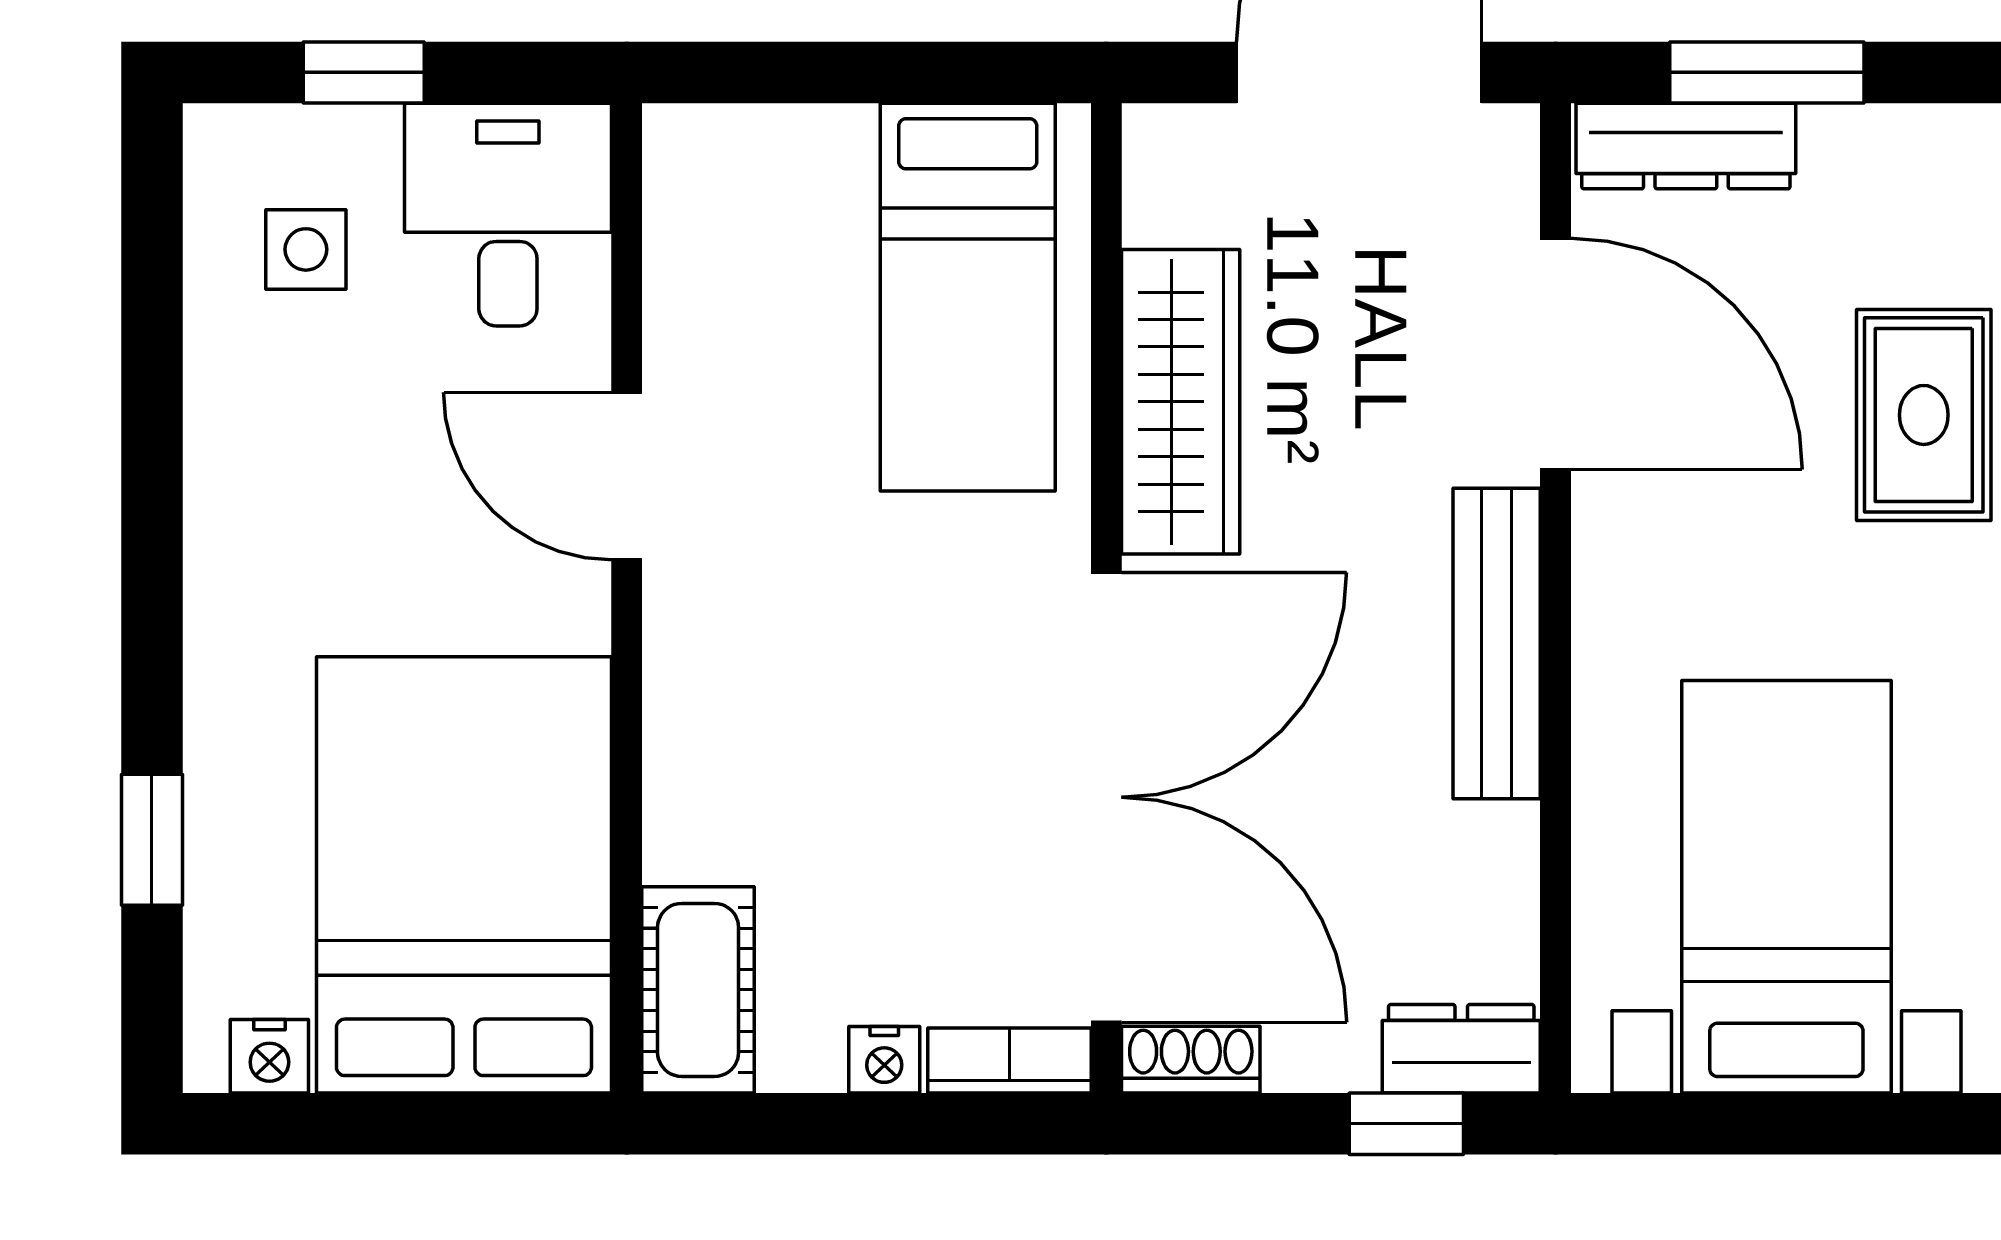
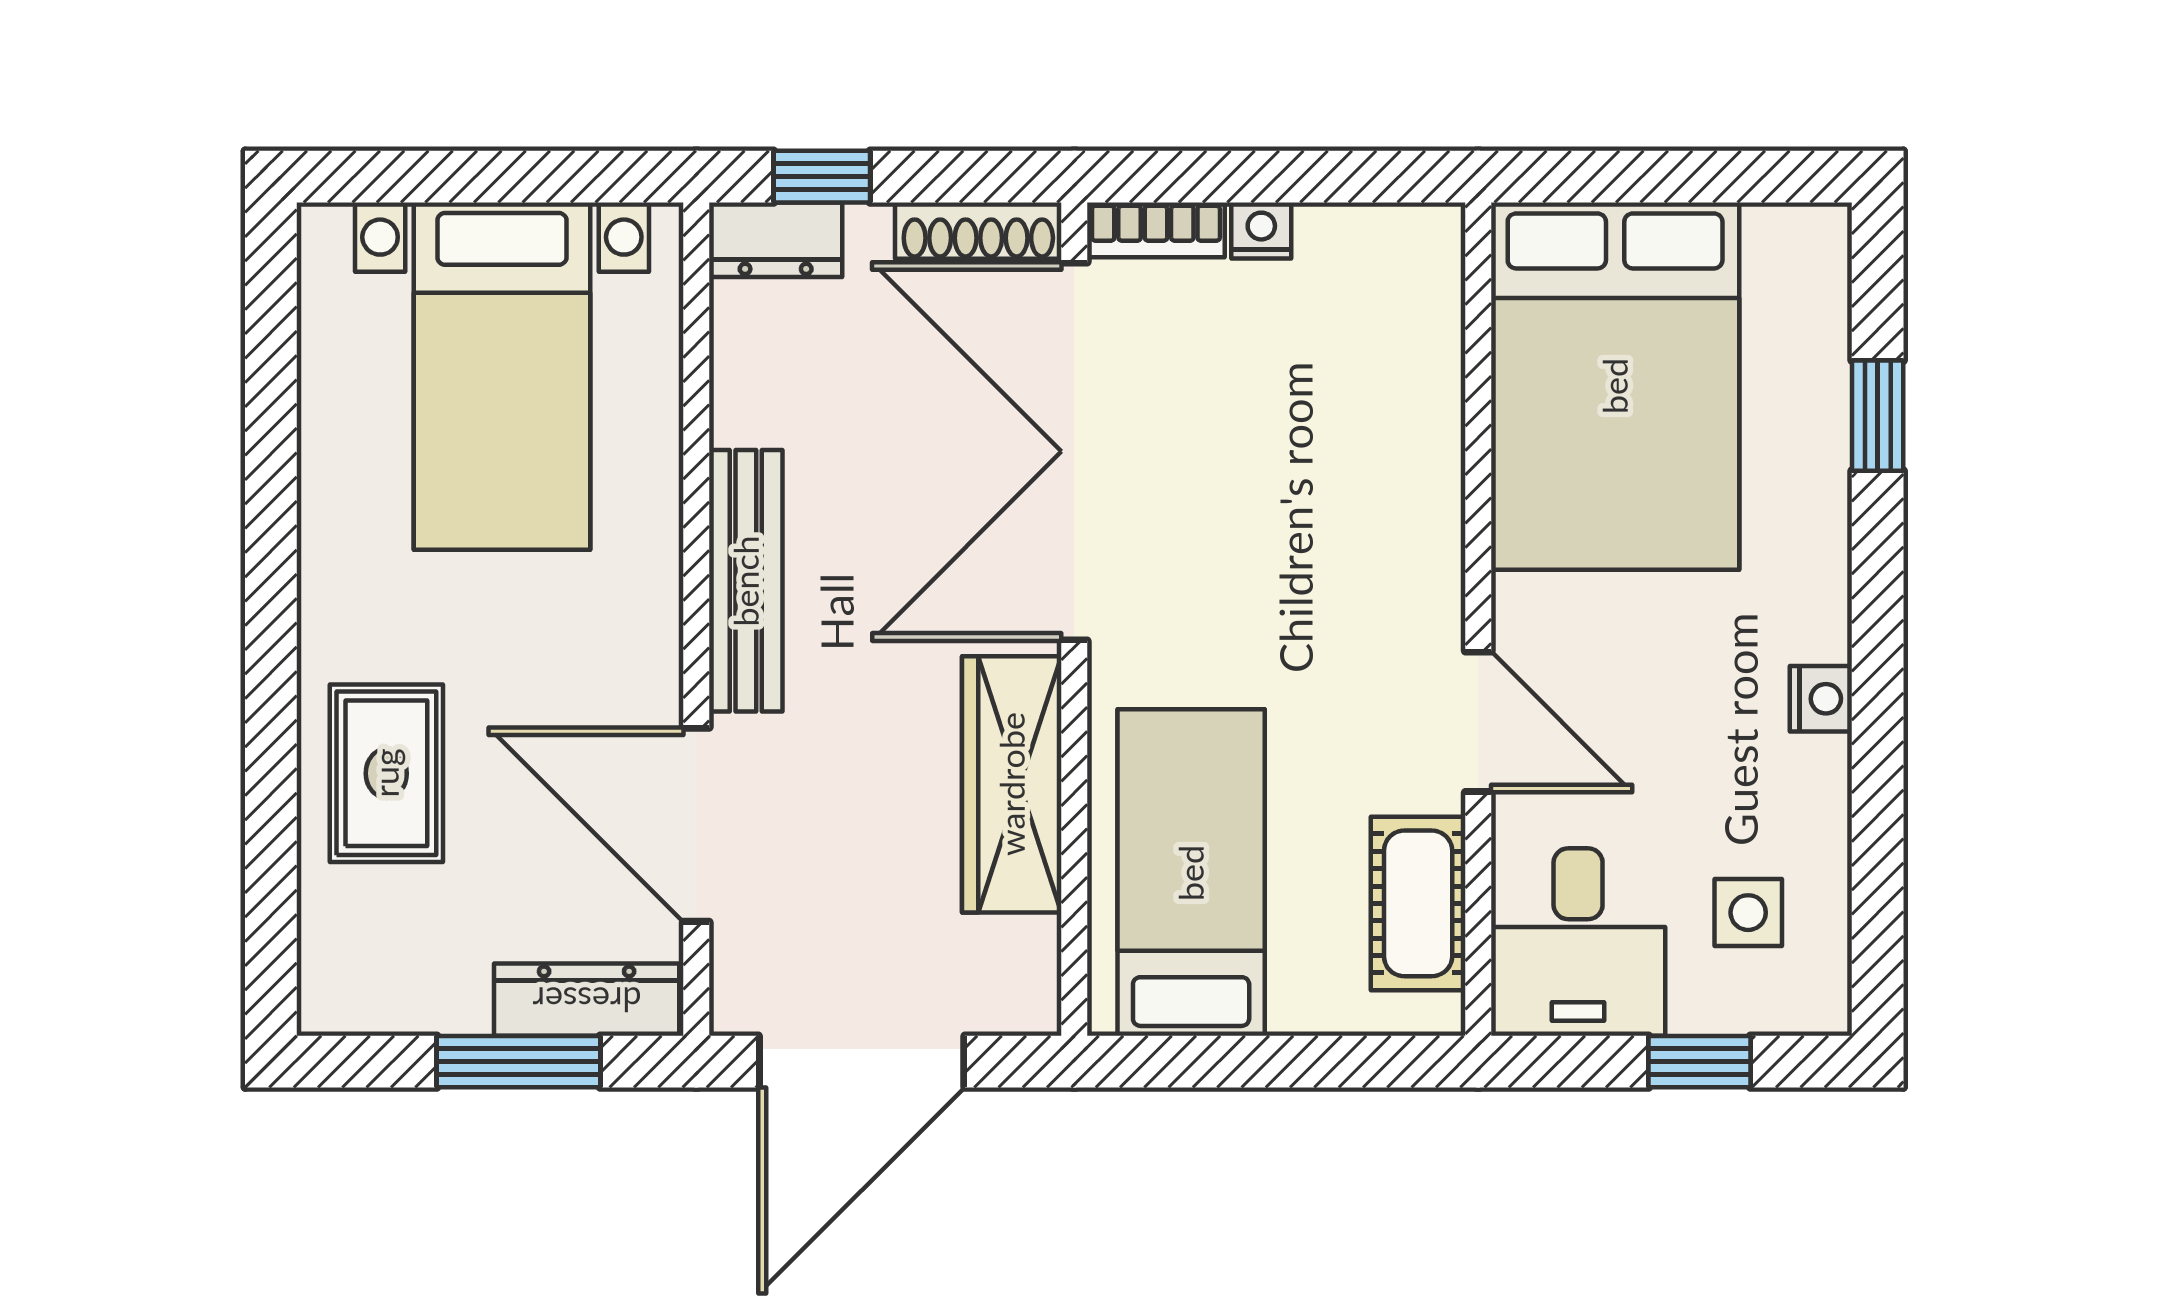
cot: (698, 990) -> (1418, 903), moved
nightstand: (269, 1056) -> (1821, 699), moved, turned 90
shoe rack: (1191, 1060) -> (978, 231), width x1.43

